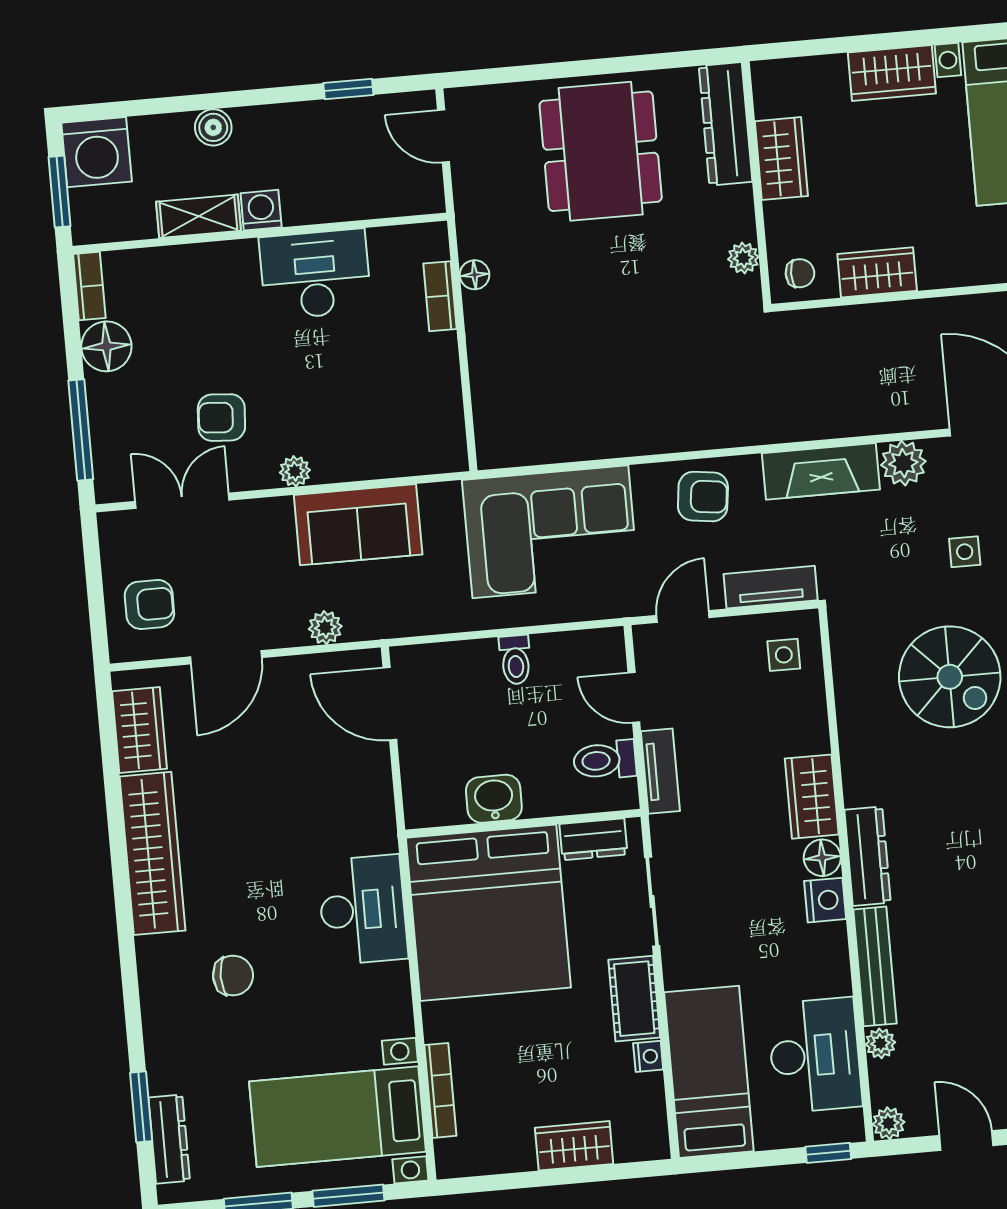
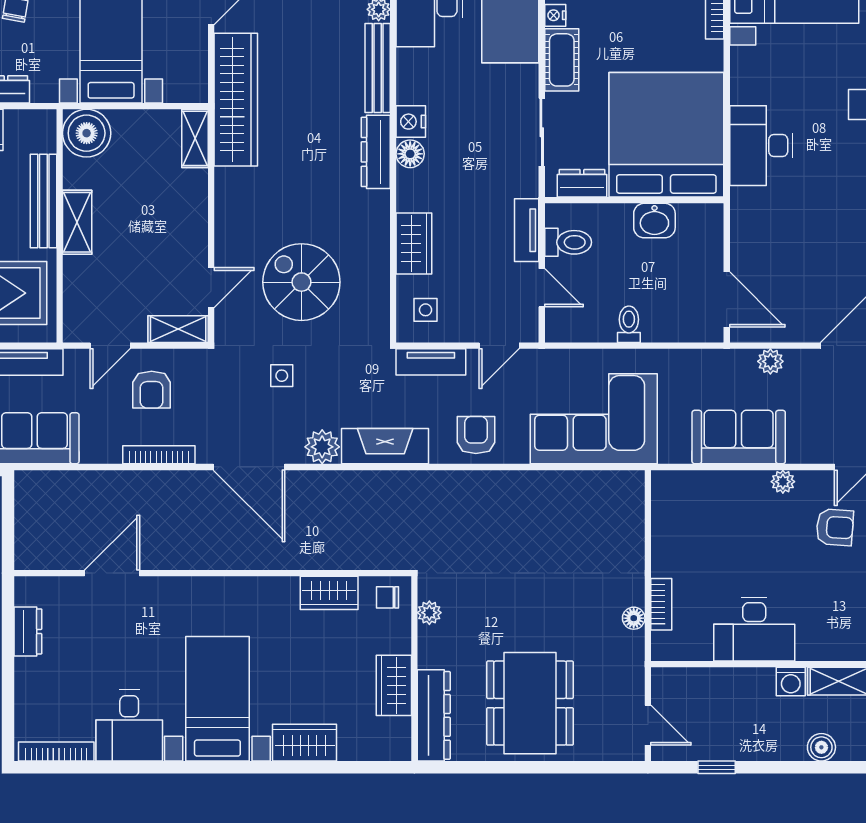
armchair: (703, 497) -> (476, 435), turned 83
wardrobe: (812, 797) -> (414, 243), moved

